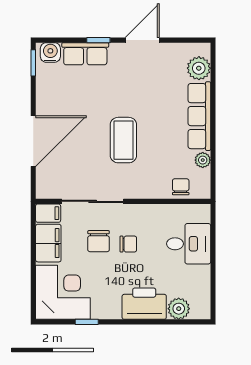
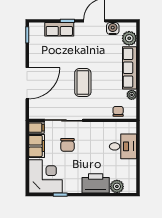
water cooler: (50, 52) -> (113, 29), moved
chair: (128, 244) -> (86, 147), removed

